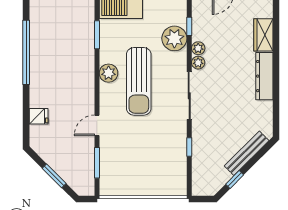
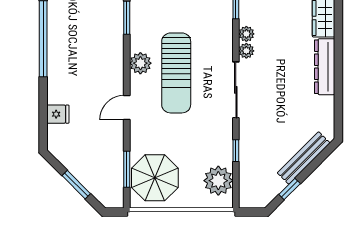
plant: (174, 38) -> (218, 181), moved
door: (97, 125) -> (127, 108), moved
parasol: (121, 170) -> (155, 178), added

